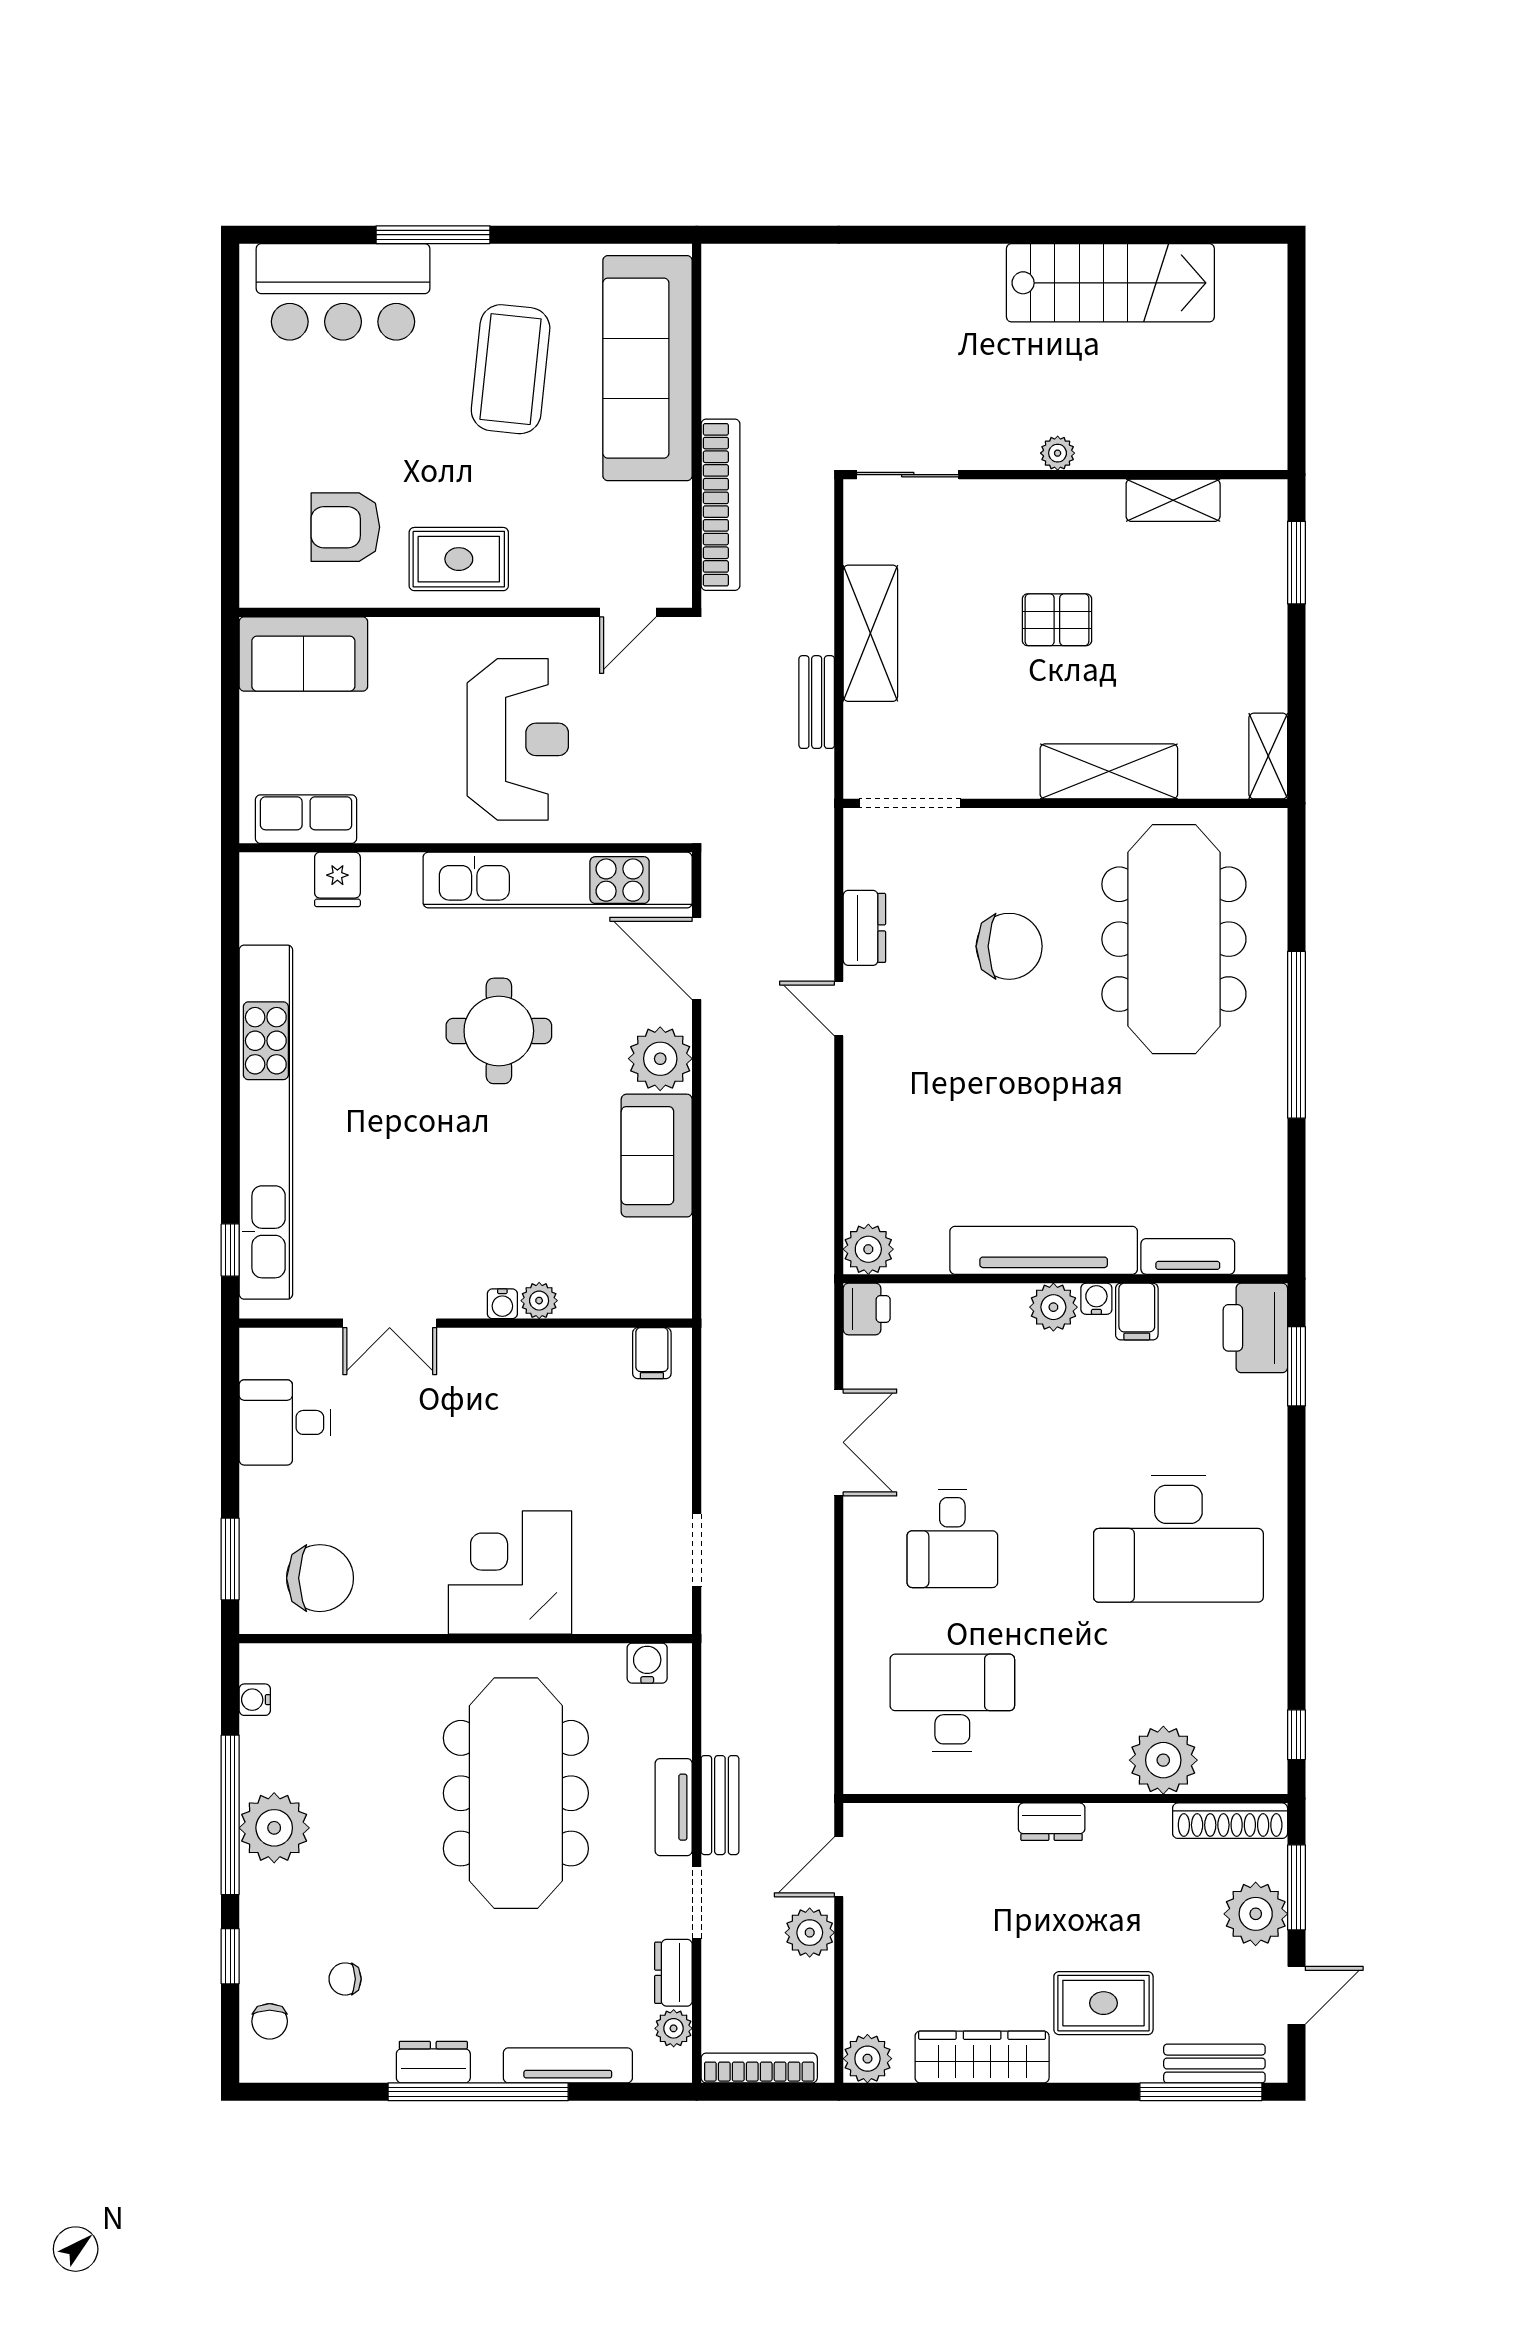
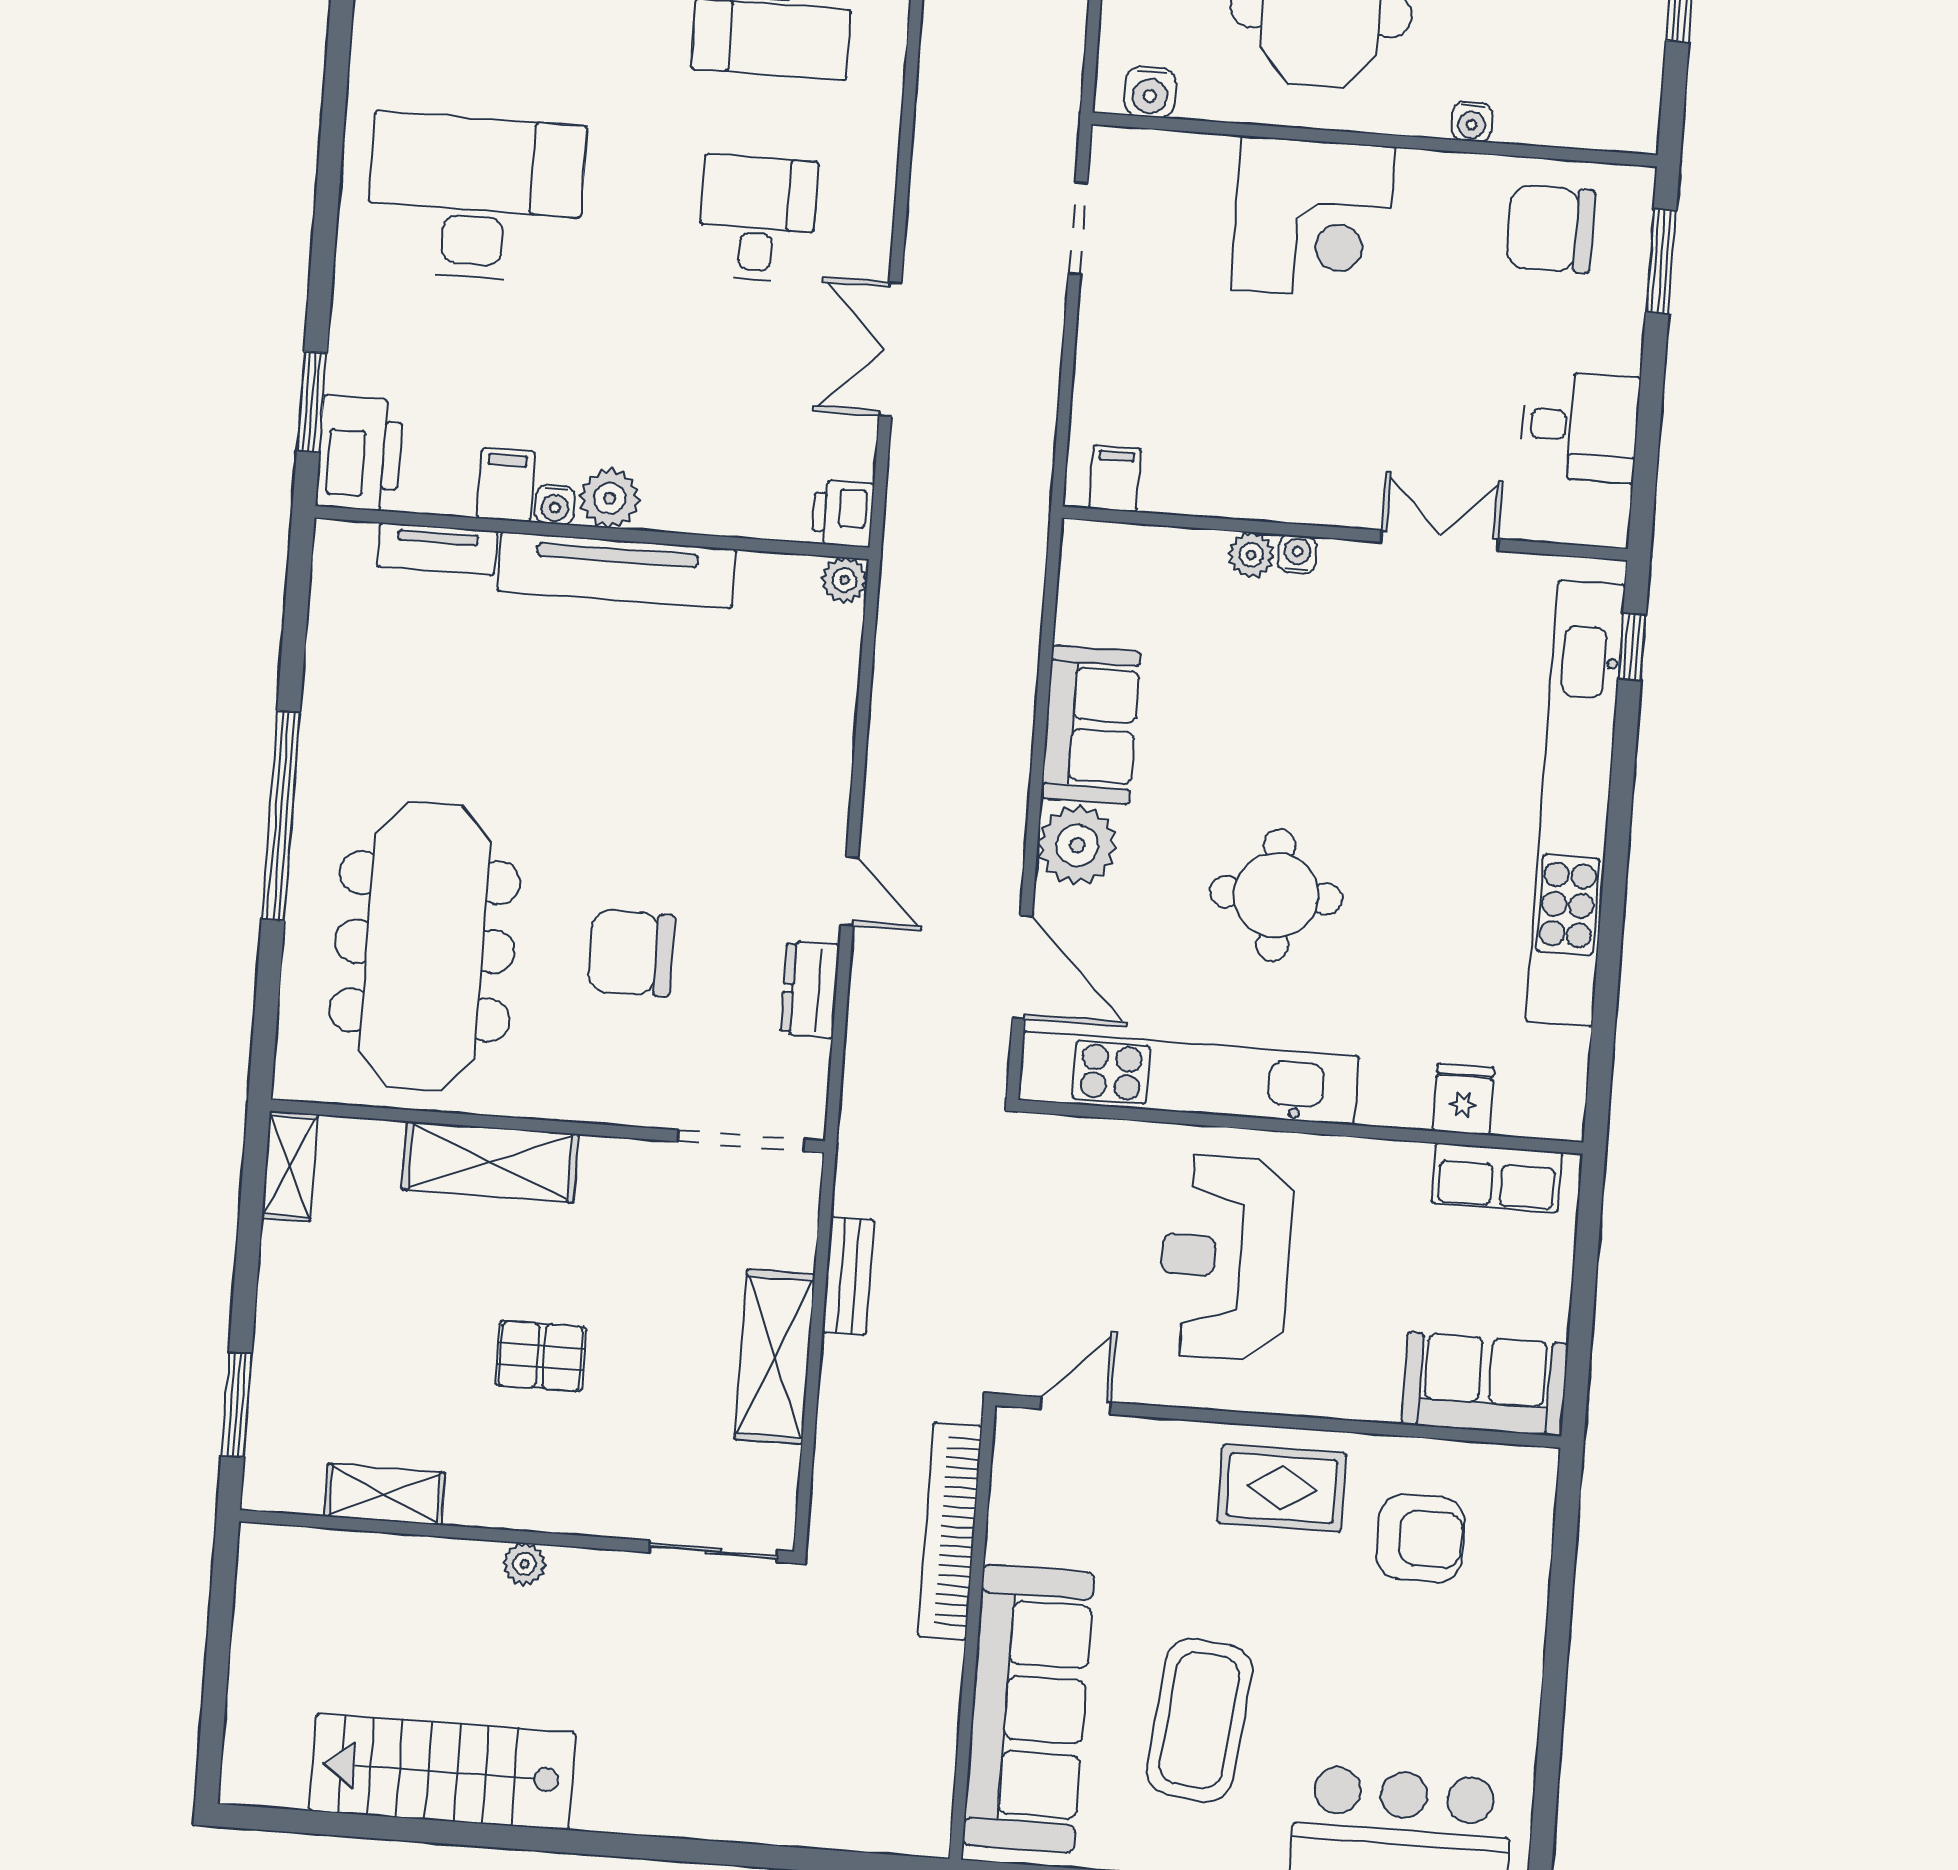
plant: (868, 1249) -> (844, 580), width x0.73, depth x0.73
water cooler: (255, 1700) -> (1472, 122), moved, turned 90

